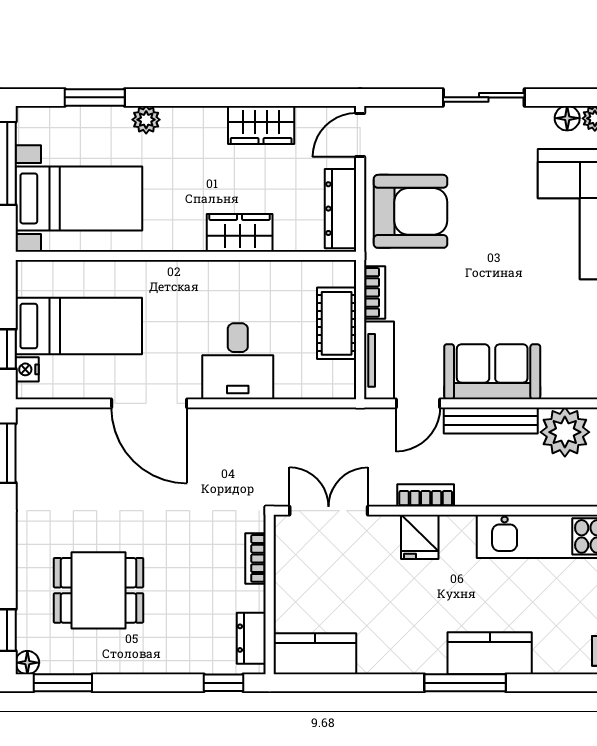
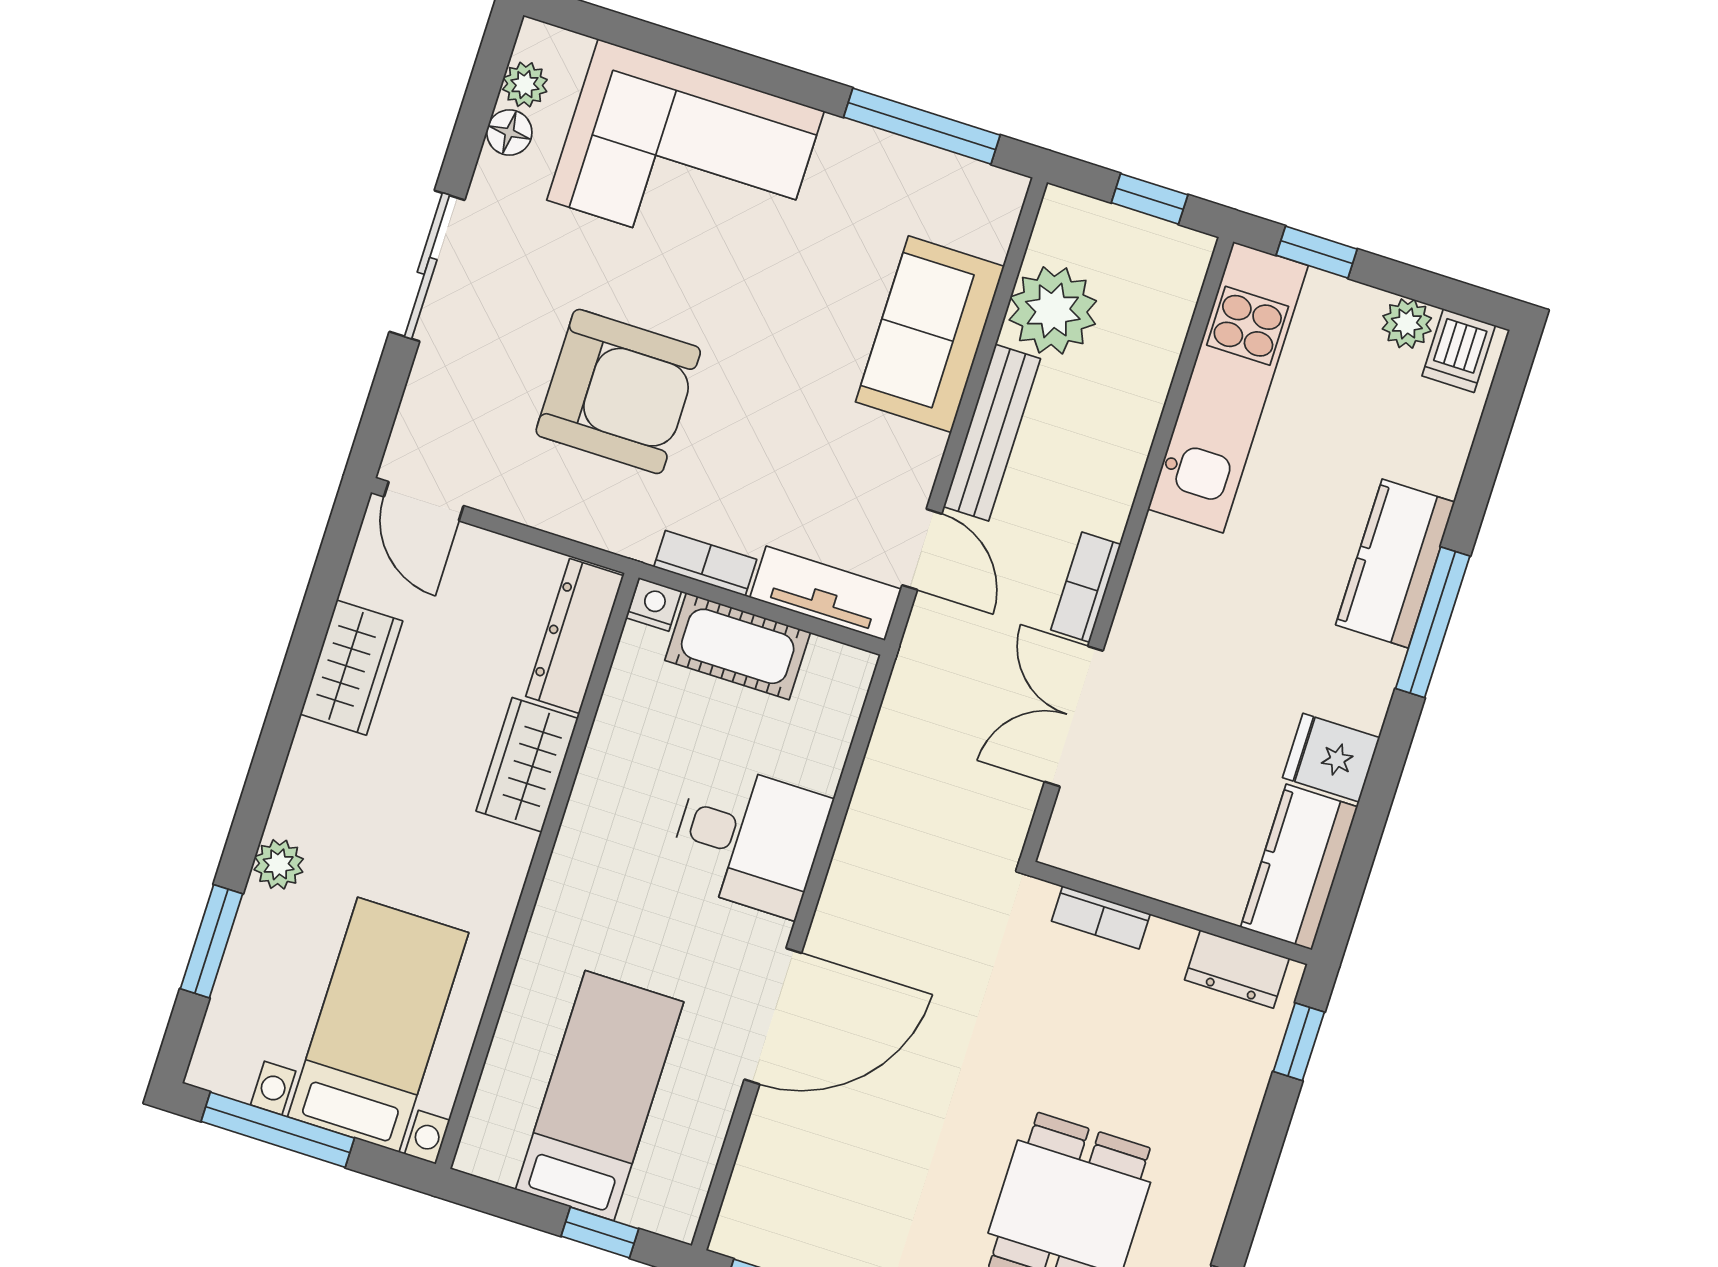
dresser: (341, 209) -> (575, 636), moved, turned 90
armchair: (411, 211) -> (618, 391), moved, turned 90
nightstand: (27, 369) -> (654, 604), moved, turned 180
sofa: (492, 372) -> (930, 334), moved
double door: (329, 511) -> (1074, 716), moved
fridge: (420, 537) -> (1331, 758), moved, turned 180

